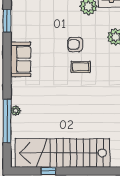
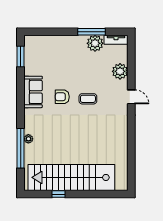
armchair: (75, 44) -> (62, 97), moved

